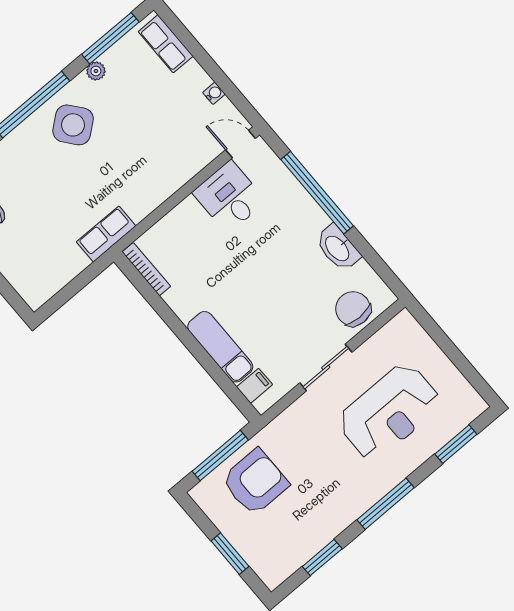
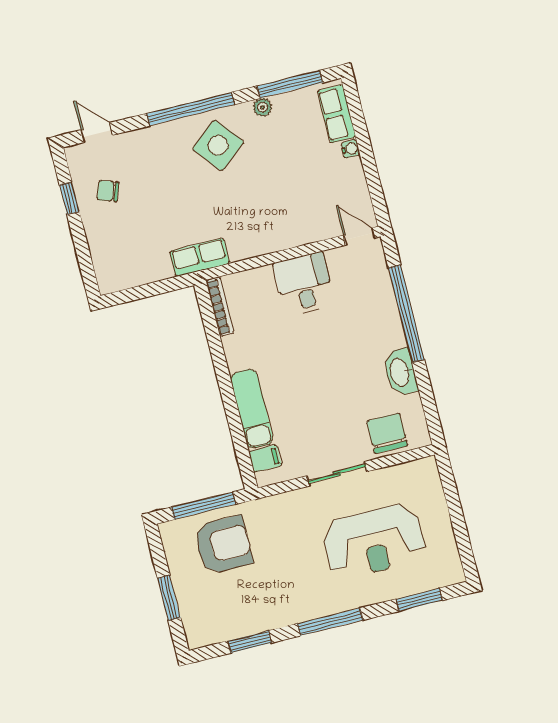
water cooler: (214, 93) -> (350, 149), moved
desk: (229, 197) -> (304, 284), moved

